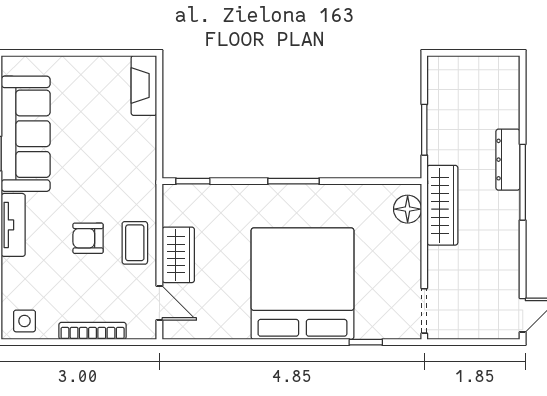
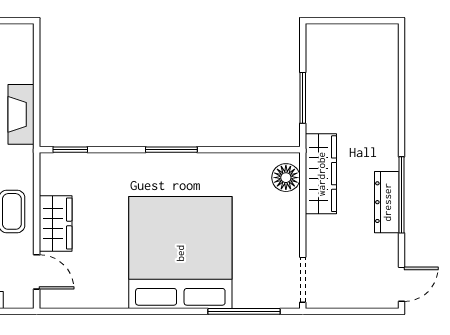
fireplace: (144, 85) -> (21, 114), moved
dresser: (508, 160) -> (387, 202), moved
window: (523, 182) -> (401, 195), moved
window: (366, 342) -> (244, 311), width x2.17

